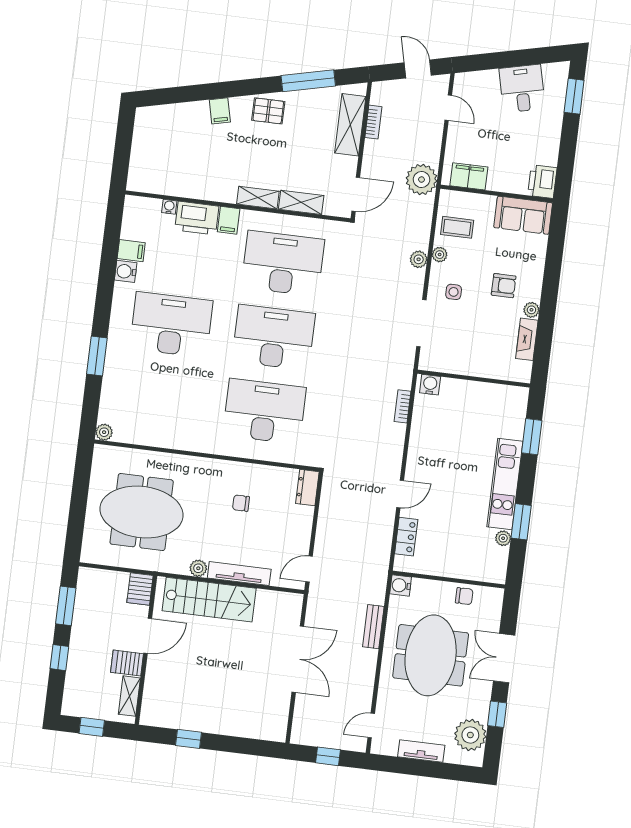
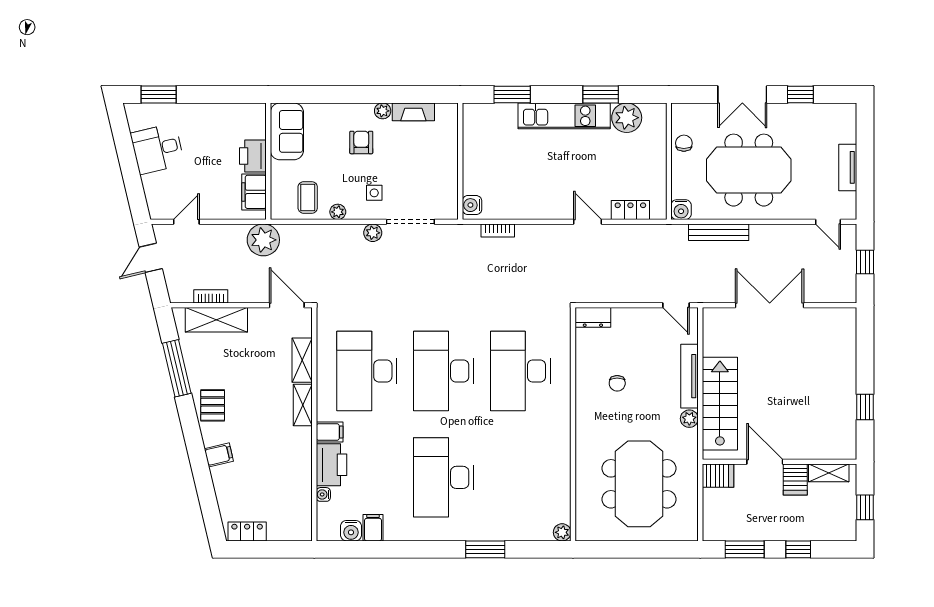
locker: (143, 129) -> (247, 531), added
printer: (542, 182) -> (253, 156), moved, turned 90
plant: (419, 259) -> (373, 233), moved
water cooler: (126, 271) -> (351, 531), moved
plant: (503, 538) -> (627, 118), width x1.88, depth x1.88
bench: (373, 627) -> (719, 232), width x1.36
plant: (470, 735) -> (825, 119), removed

